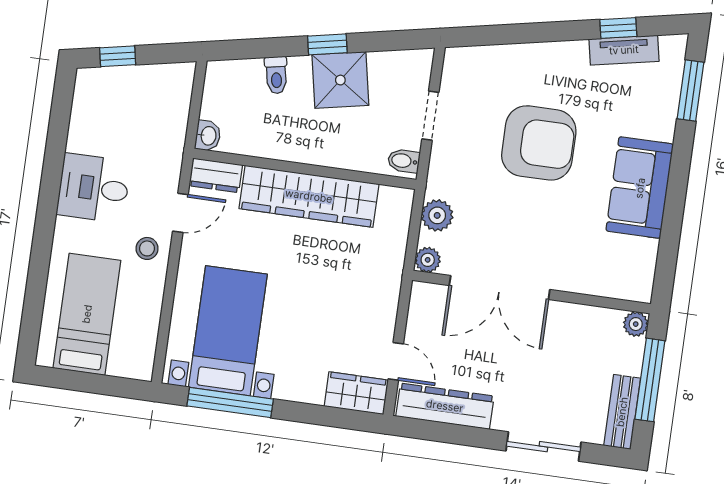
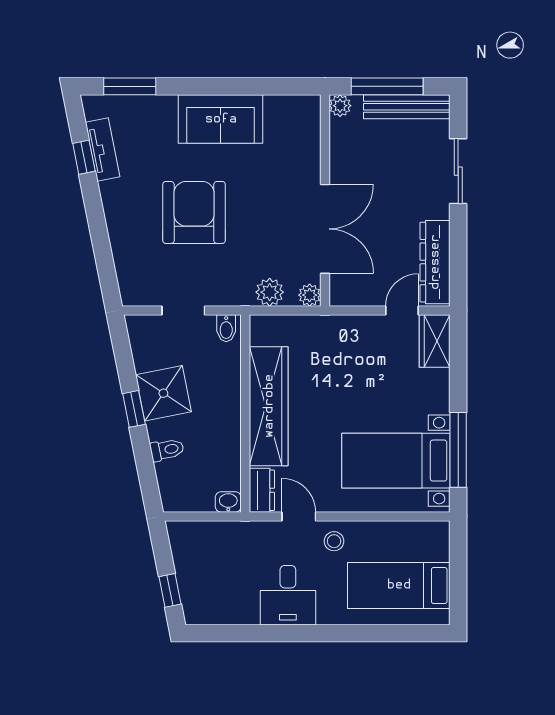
bench: (622, 412) -> (407, 107), width x1.36

